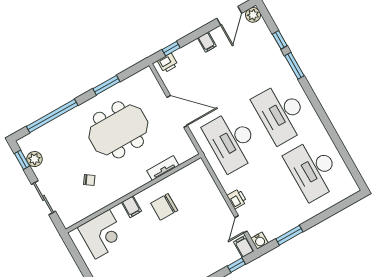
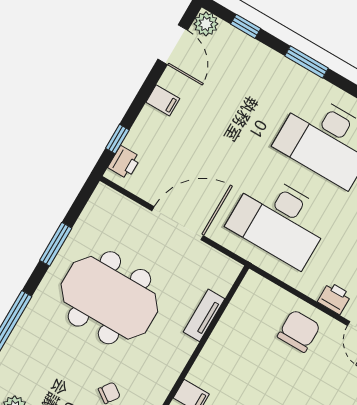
window: (280, 40) -> (246, 26), moved
meeting table: (118, 130) -> (109, 298), turned 90
chair: (164, 207) -> (299, 331), moved, turned 180

